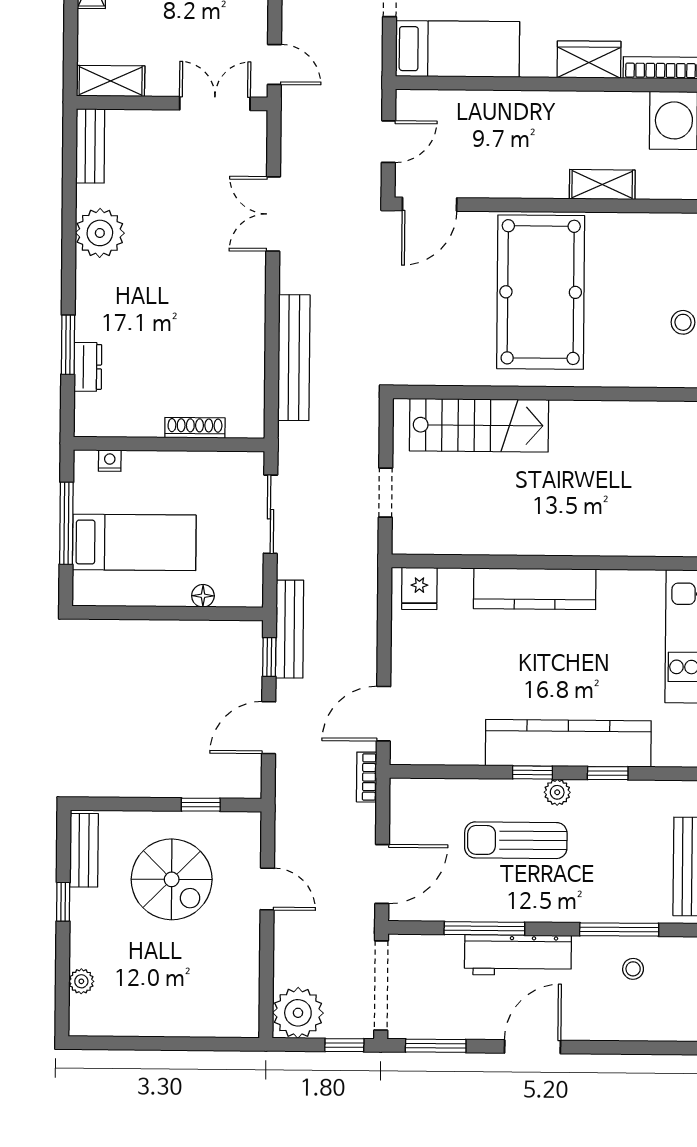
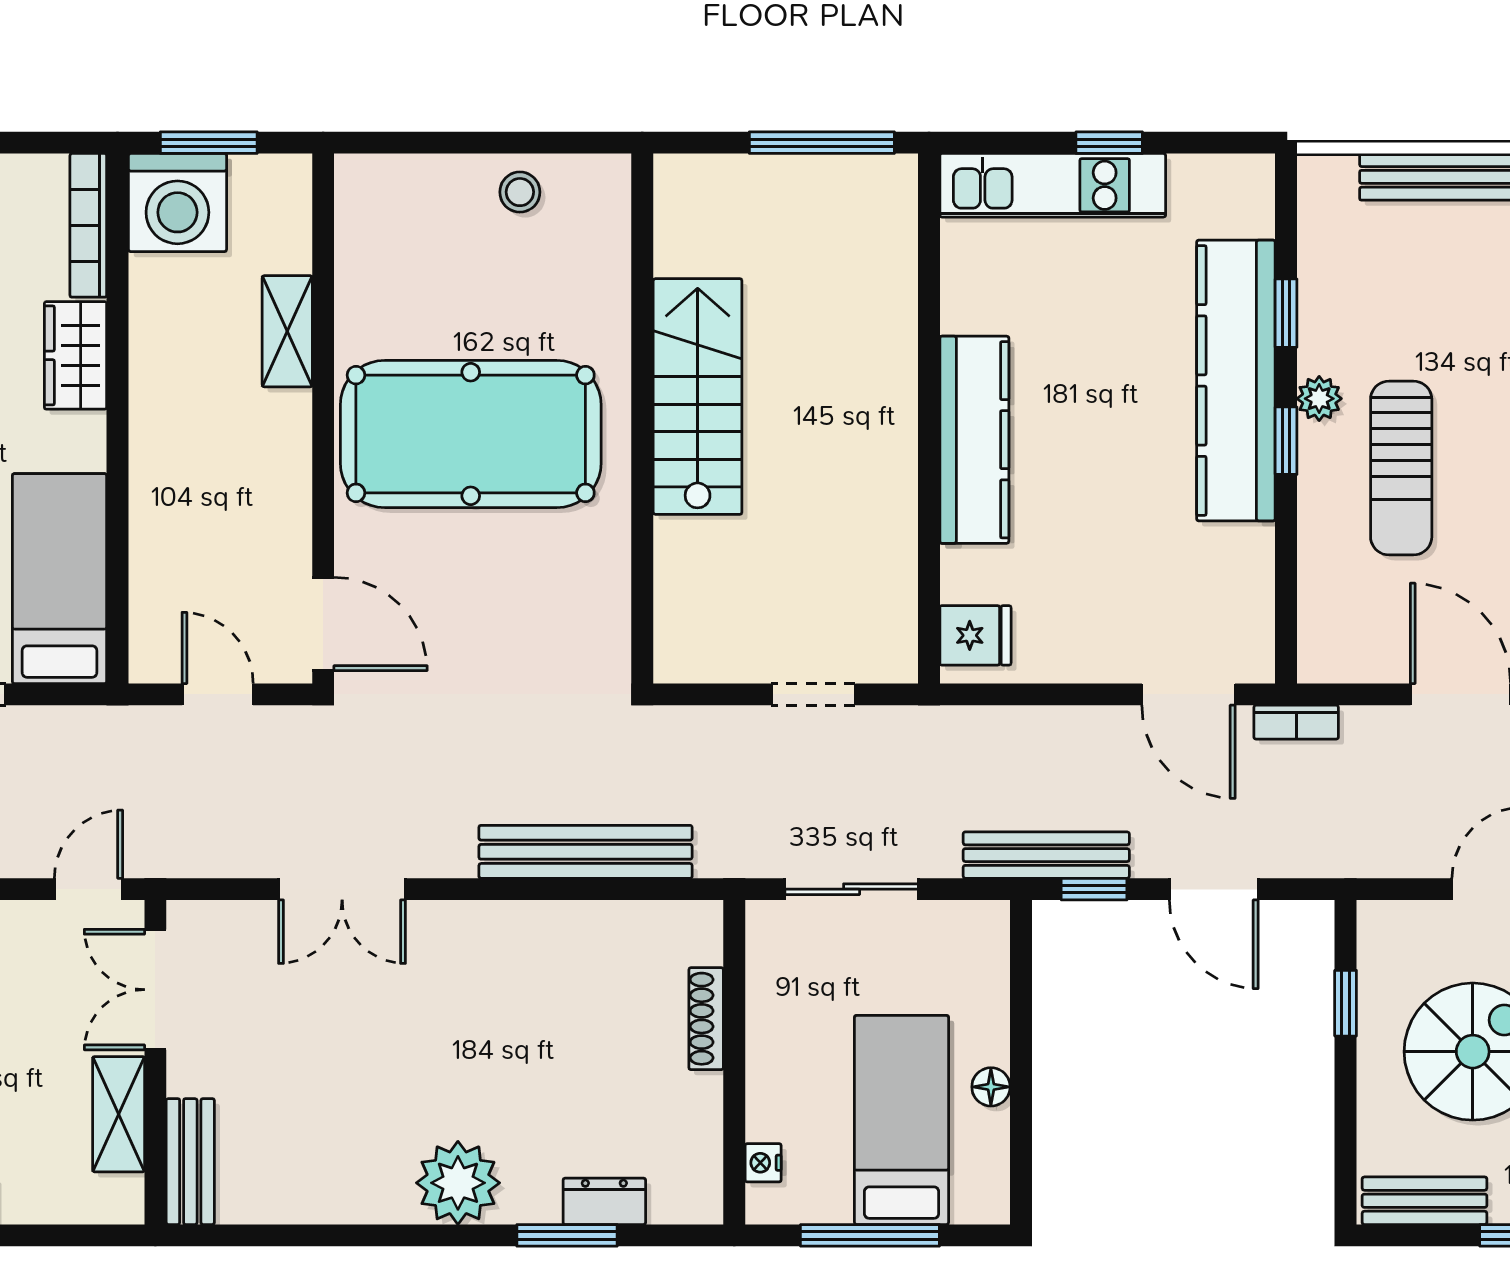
shelving: (111, 81) -> (119, 1114), moved
bench: (90, 146) -> (190, 1162), moved, turned 90
plant: (100, 233) -> (458, 1183), moved
stairs: (479, 425) -> (698, 396), moved
floor lamp: (203, 596) -> (991, 1087), moved

